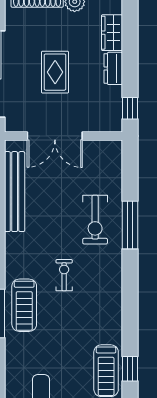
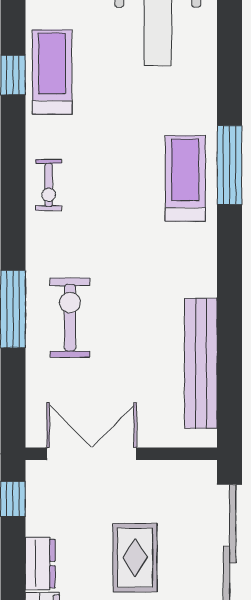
double door: (55, 136) -> (92, 454), moved
exercise bike: (64, 275) -> (49, 185), moved

